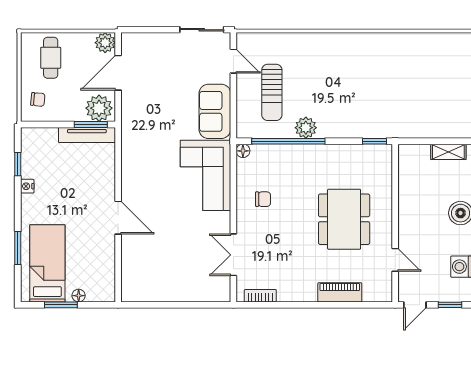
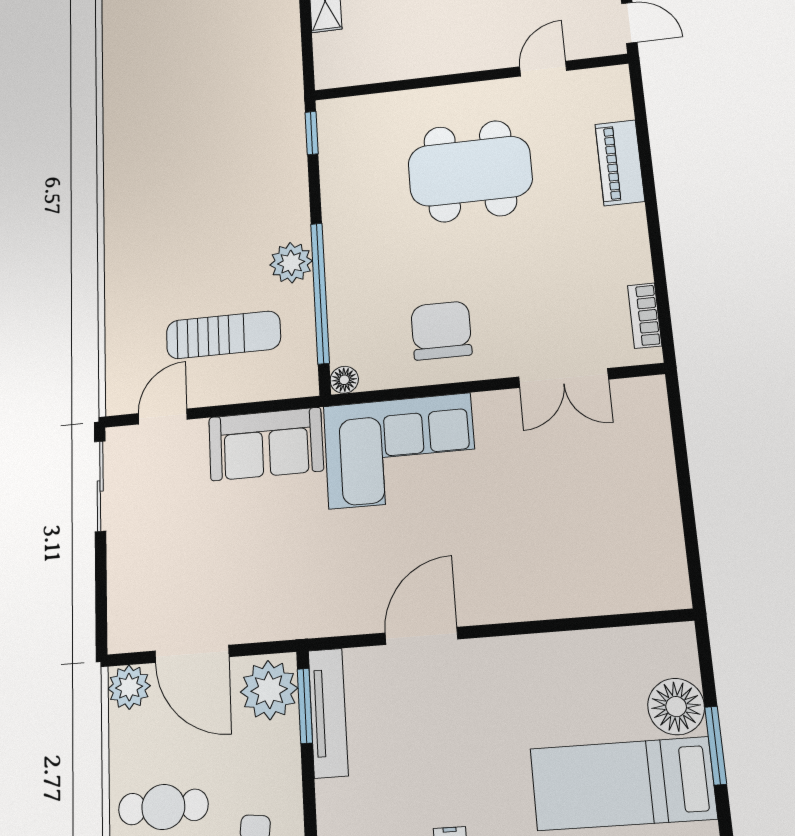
chair: (263, 199) -> (441, 330), width x1.87, depth x1.87
door: (118, 218) -> (421, 636), moved
floor lamp: (79, 296) -> (676, 707), width x1.89, depth x1.89

